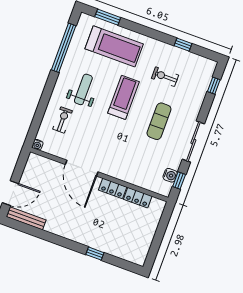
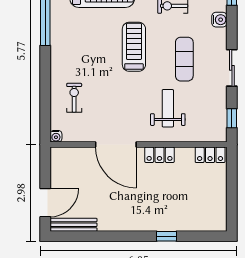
weight bench: (83, 89) -> (168, 108), moved
sliding door: (193, 142) -> (232, 68), width x0.73
water cooler: (170, 175) -> (219, 20), moved
locker: (138, 198) -> (210, 155), moved

